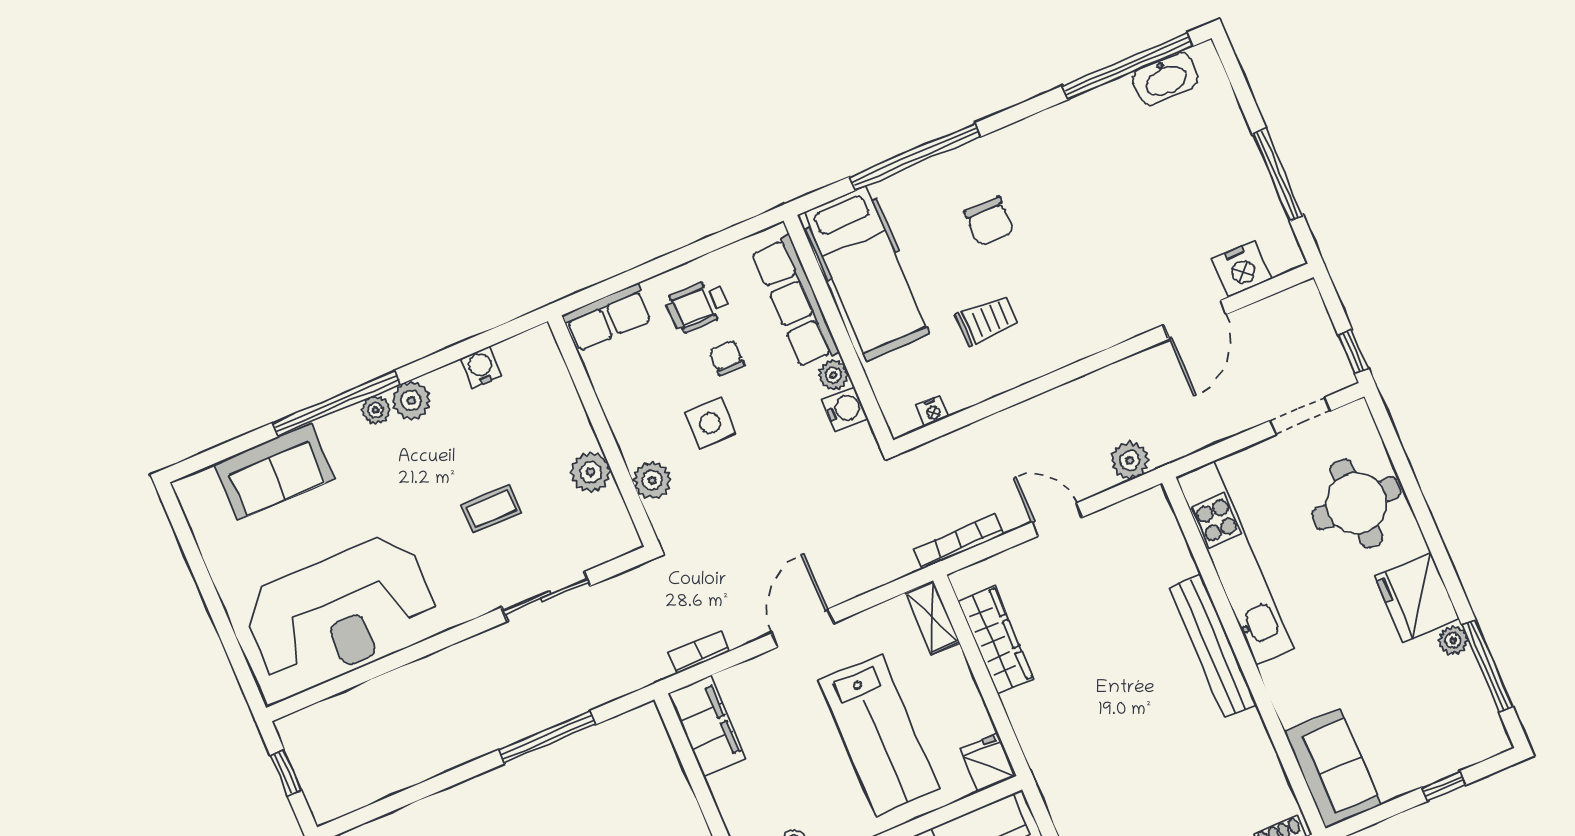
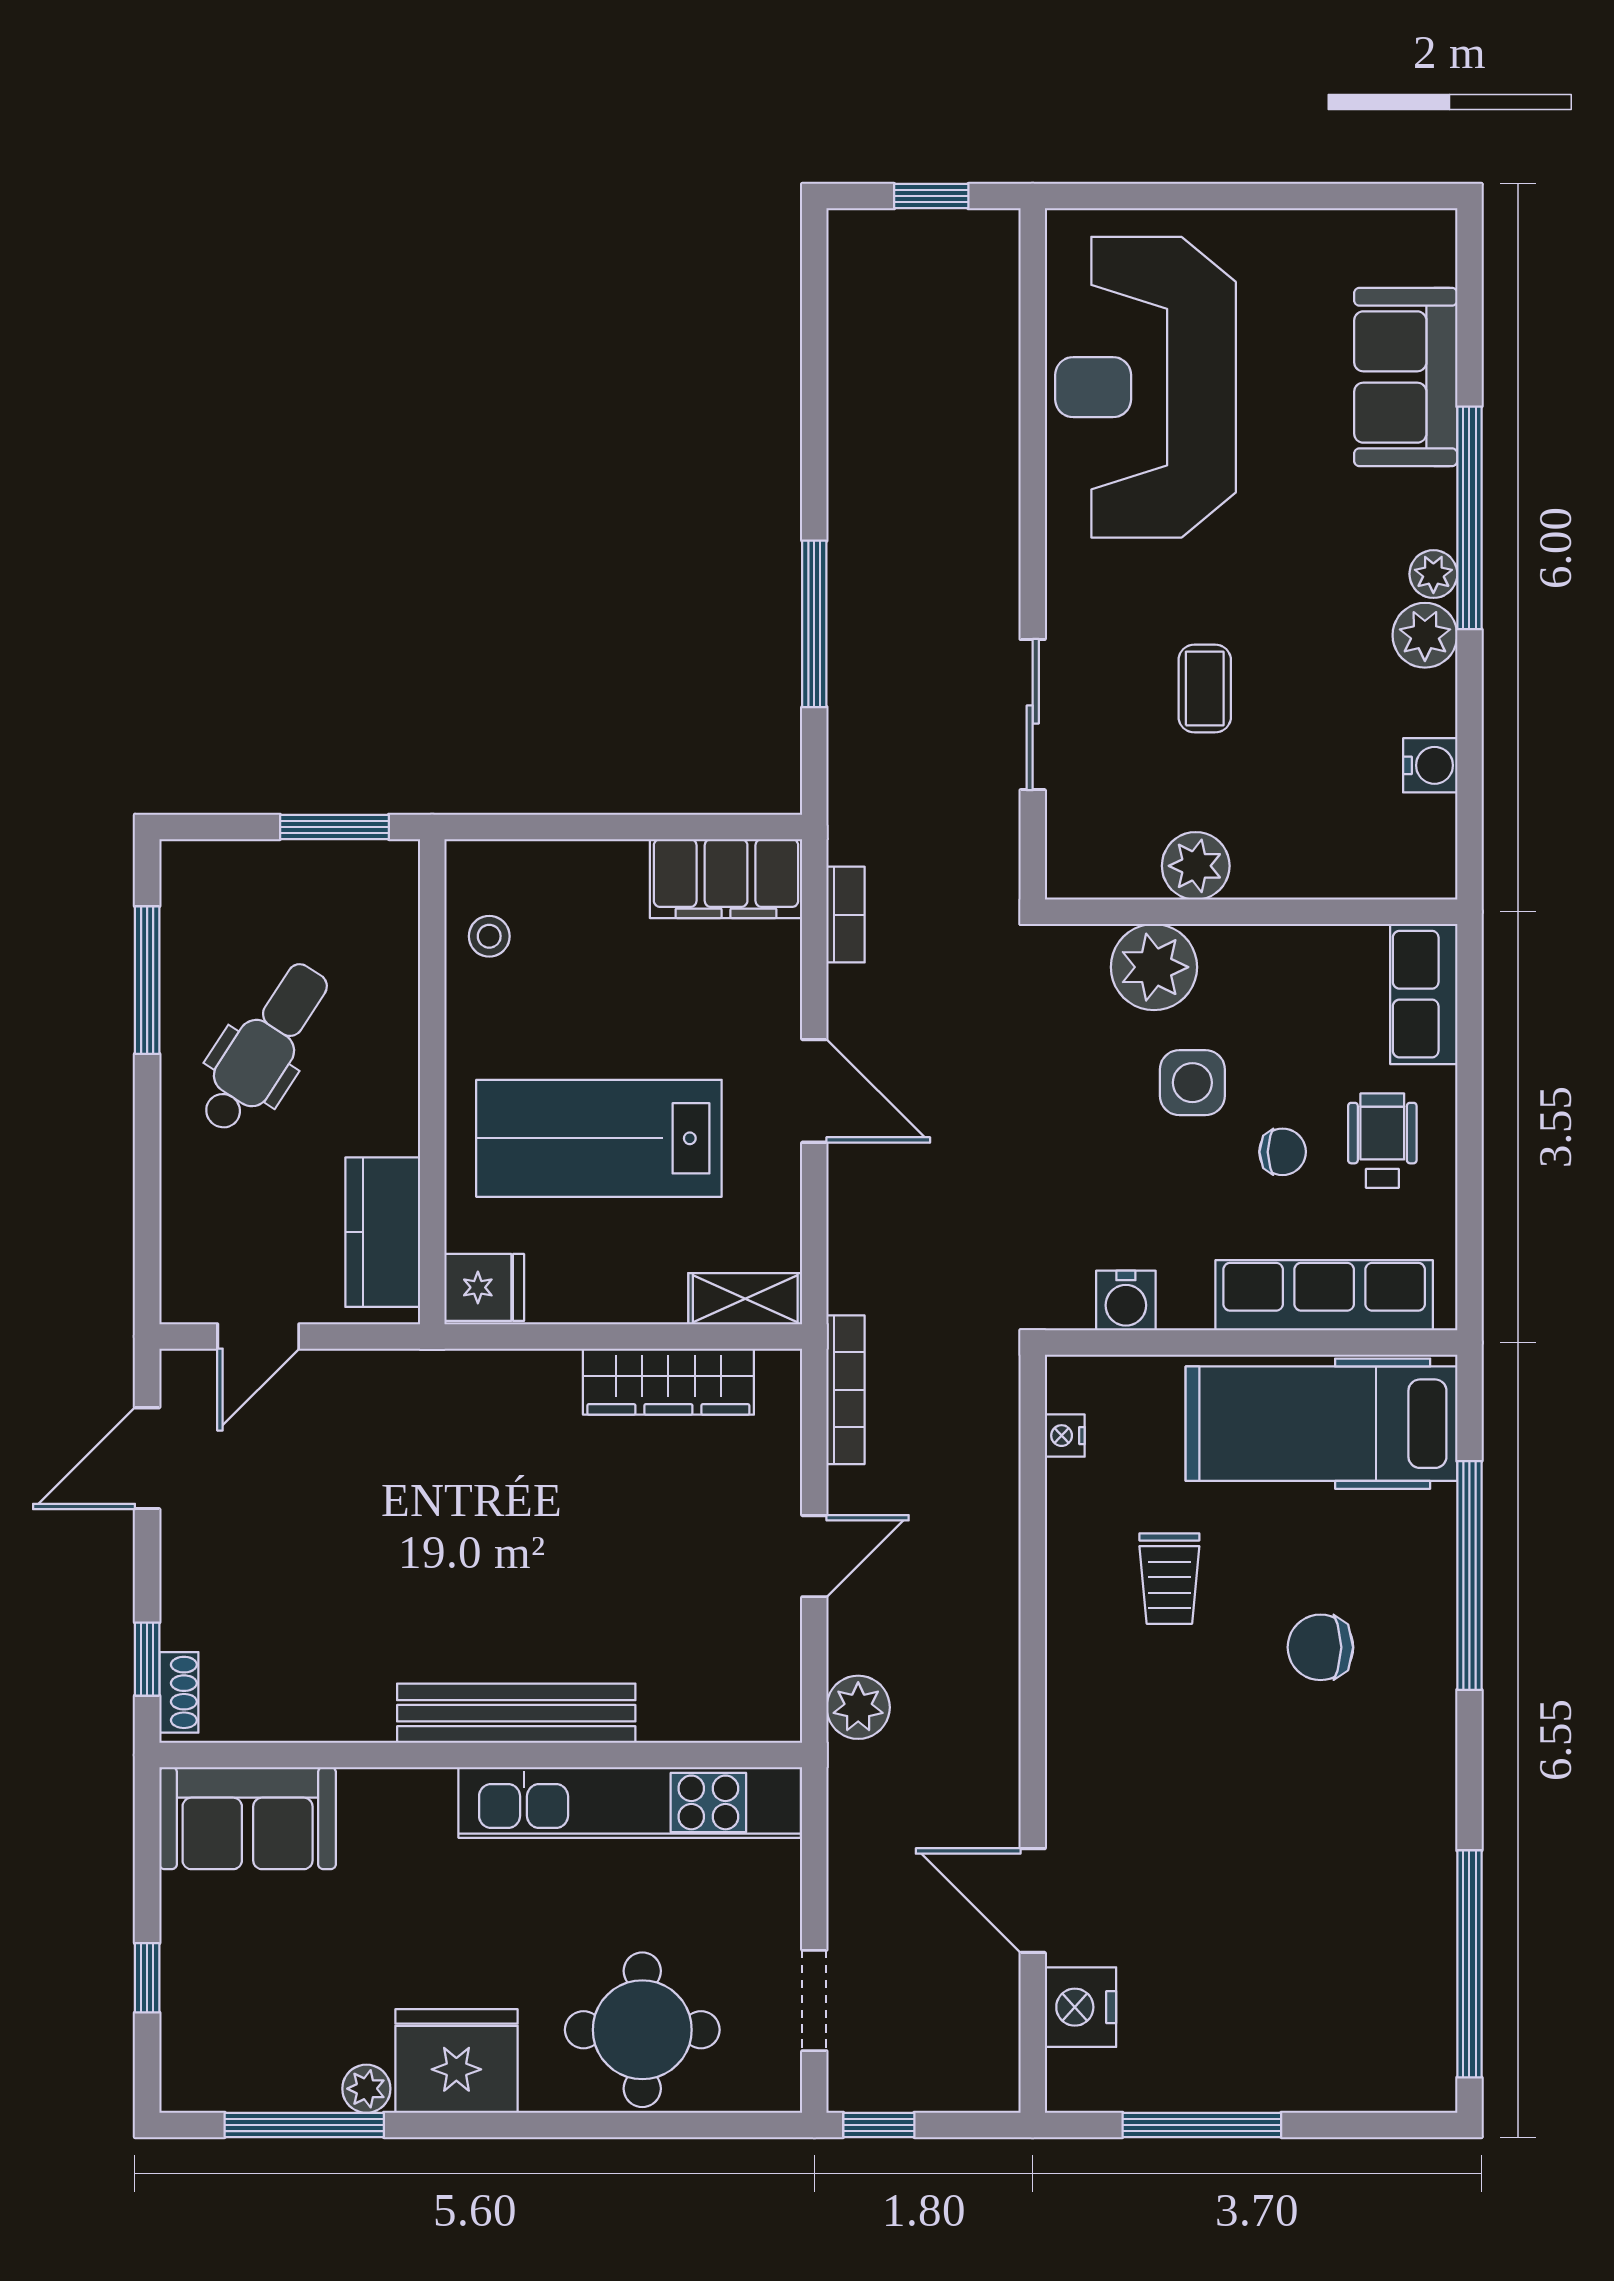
washbasin: (1165, 78) -> (1425, 2014), removed
plant: (833, 375) -> (1186, 1305), removed
plant: (652, 480) -> (1154, 967), width x1.36, depth x1.36

